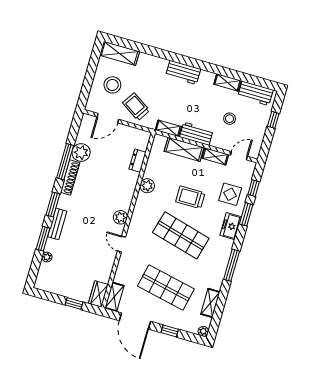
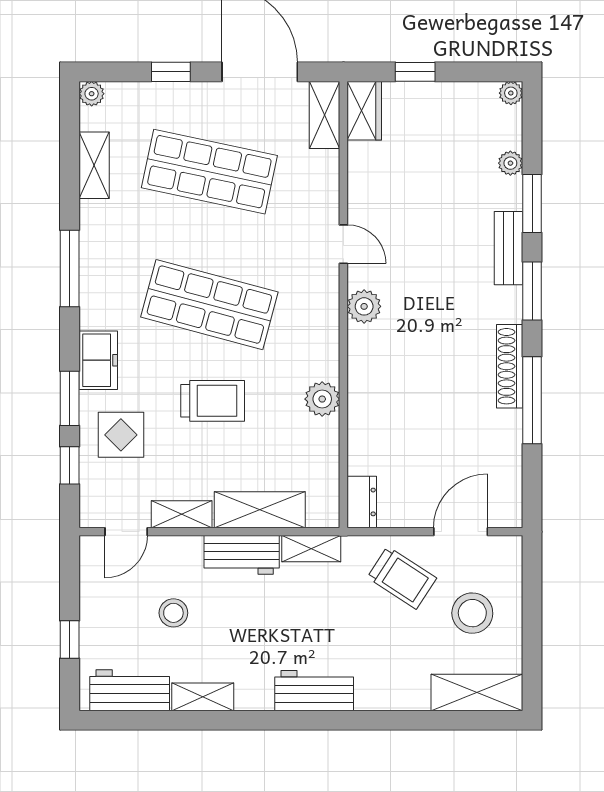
plant: (81, 153) -> (511, 93), moved, width x0.53, depth x0.53
dresser: (138, 161) -> (362, 502), moved

